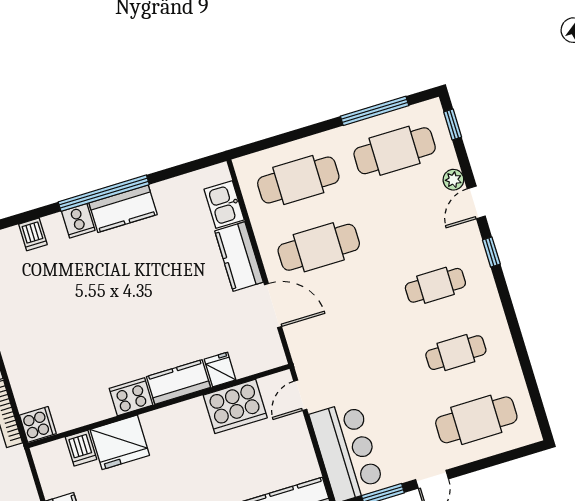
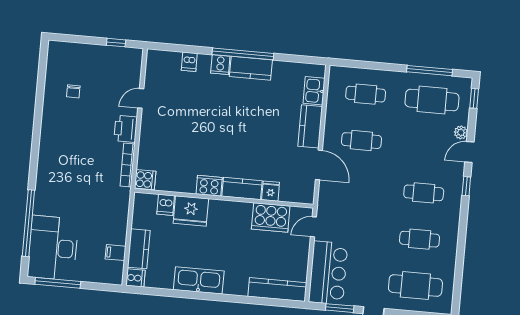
cafe table: (298, 180) -> (366, 94), width x0.73, depth x0.74
cafe table: (319, 247) -> (361, 141), width x0.73, depth x0.74

